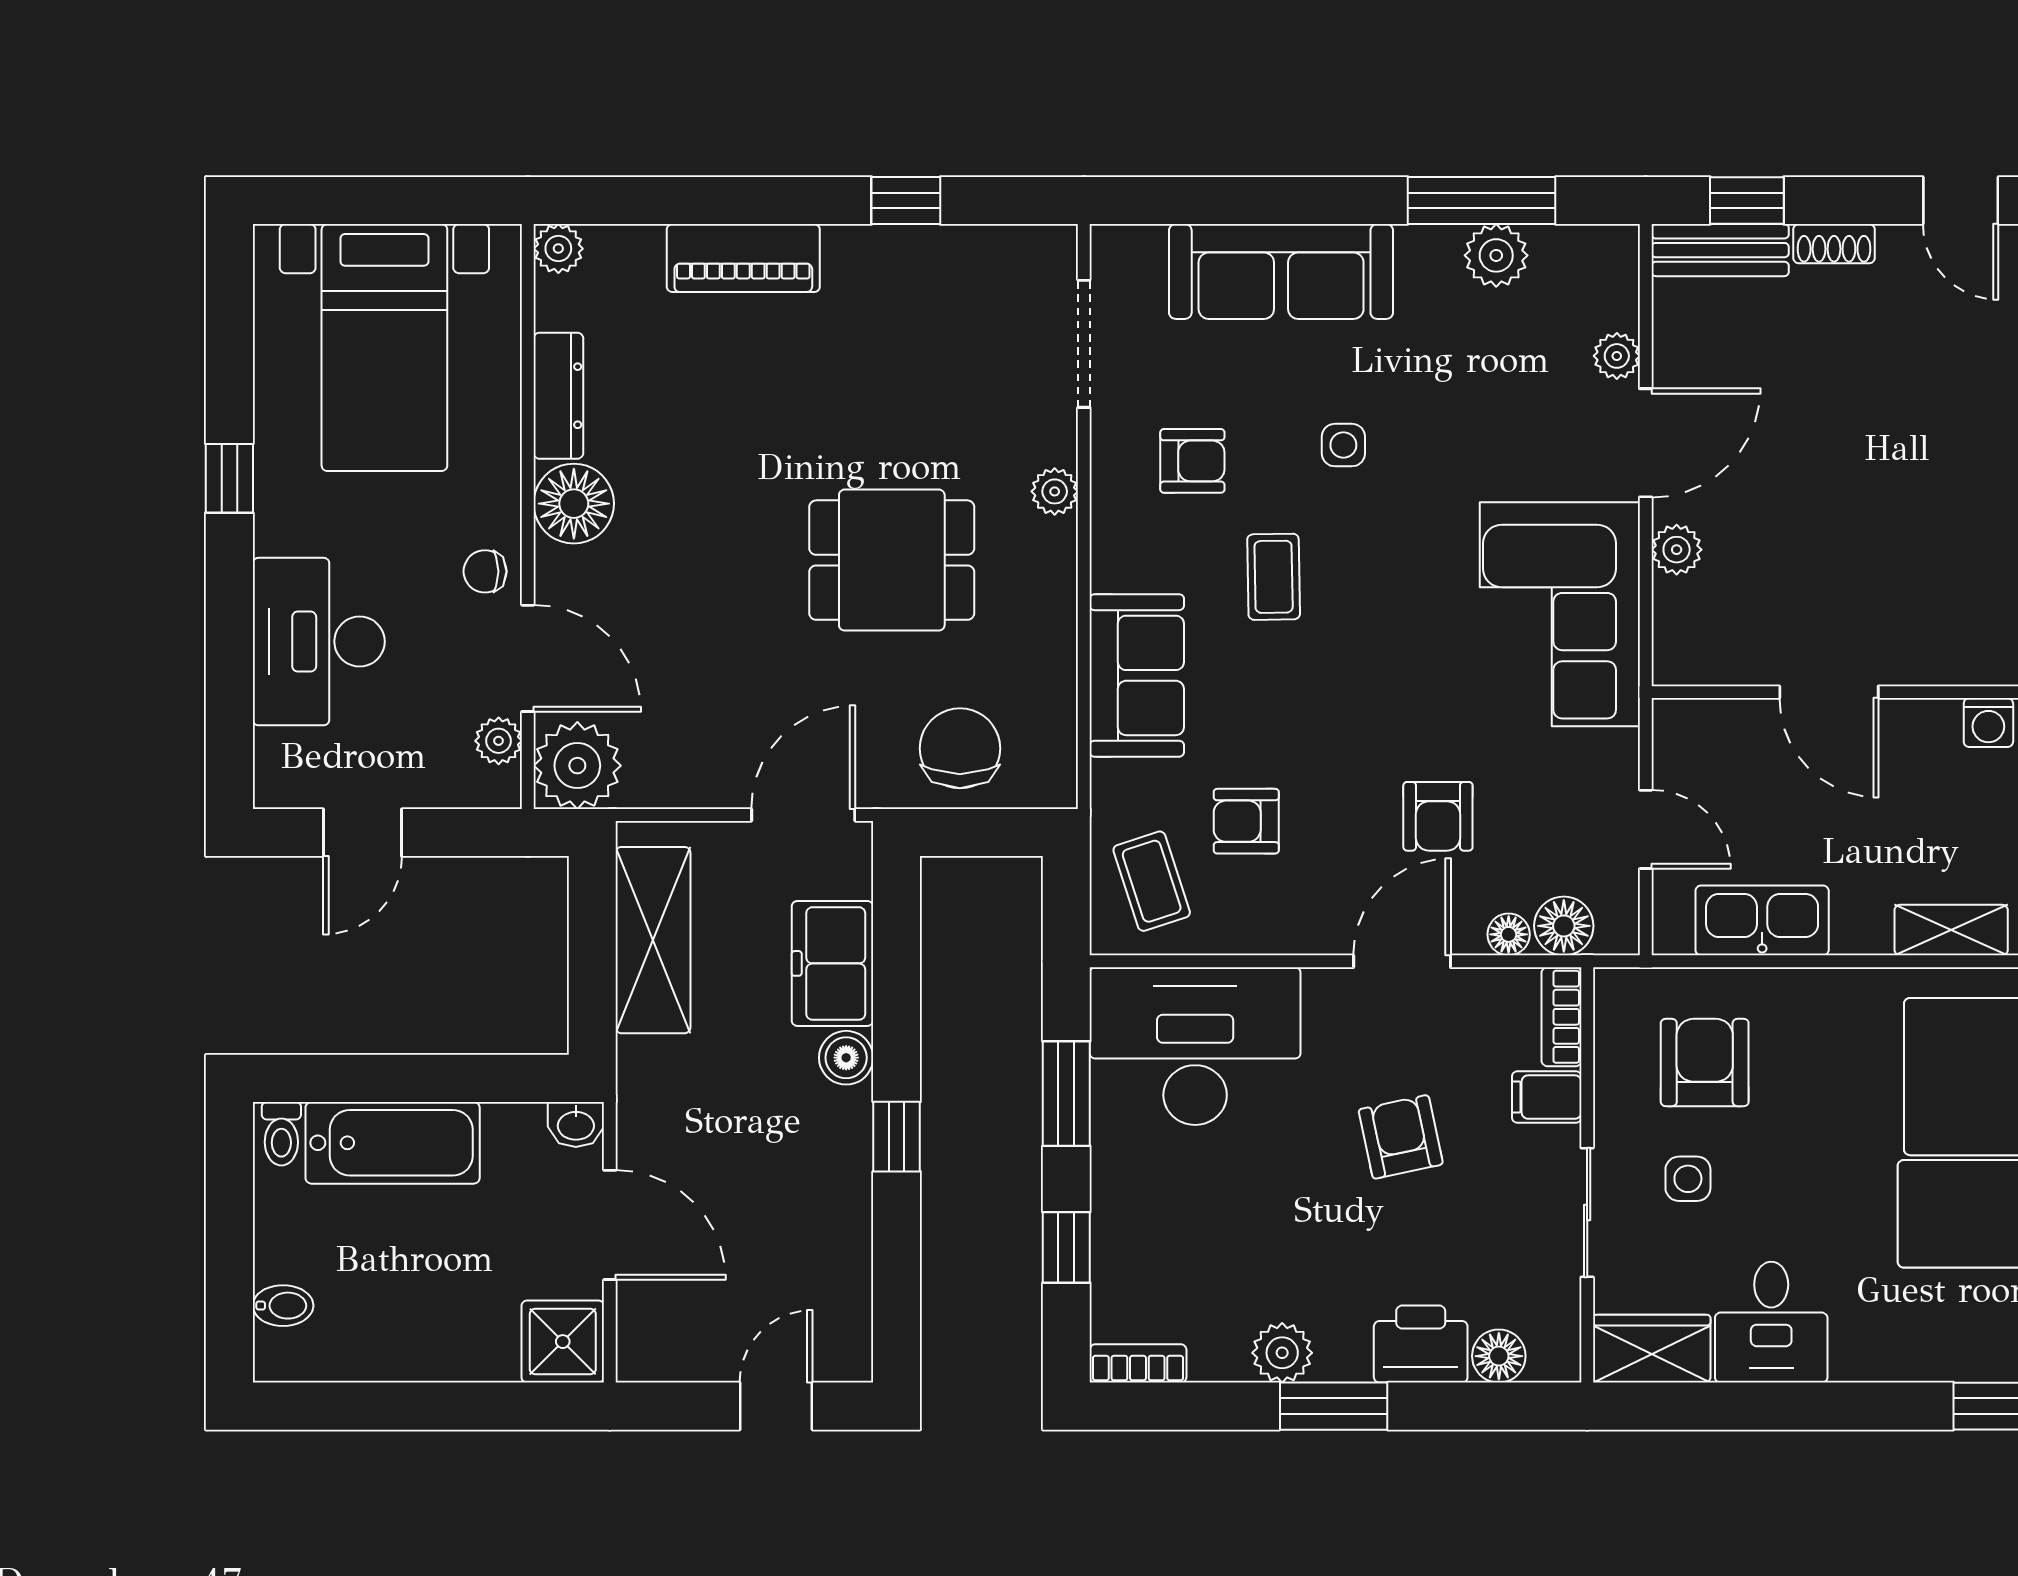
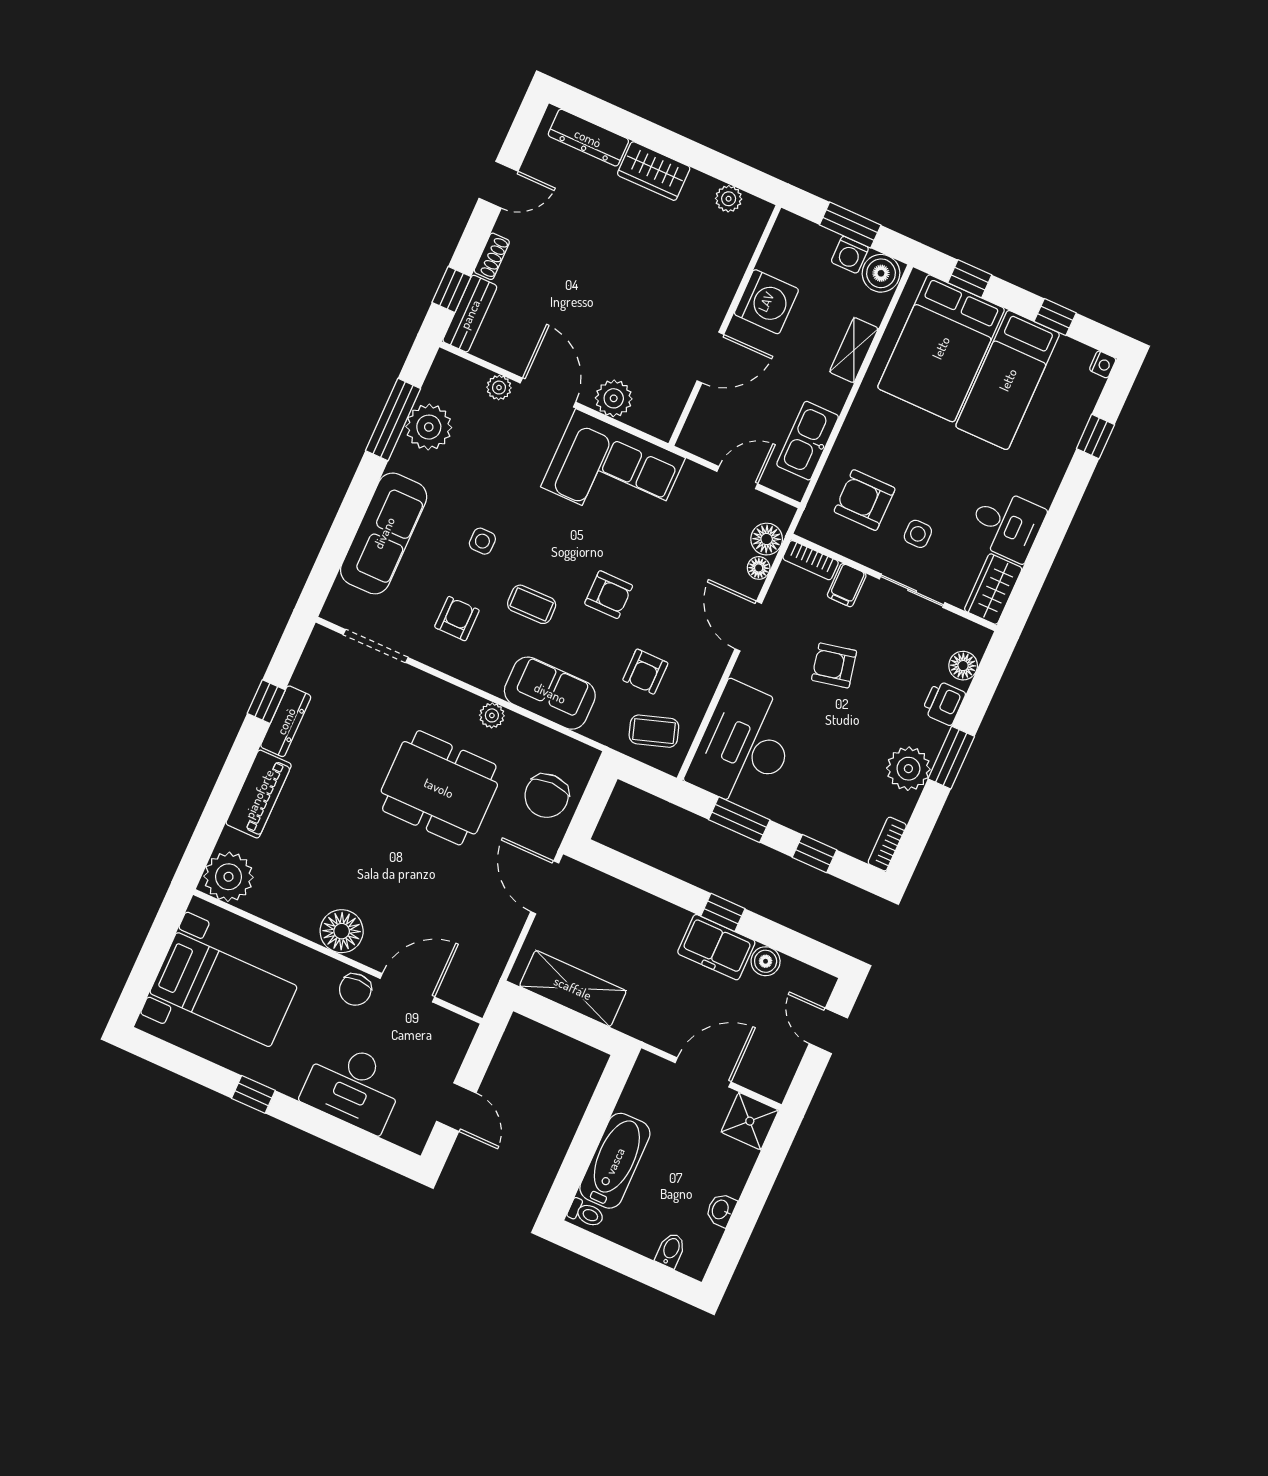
plant: (558, 249) -> (229, 877), width x1.87, depth x1.87
plant: (1496, 255) -> (429, 427), width x1.36, depth x1.36
dresser: (558, 396) -> (286, 721), moved, turned 90
plant: (1055, 491) -> (492, 715), moved
plant: (1677, 550) -> (614, 398), width x1.38, depth x1.38
dining table: (892, 560) -> (439, 788), width x1.38
chair: (485, 571) -> (355, 990), width x1.37, depth x1.37
washing machine: (1988, 723) -> (766, 302), width x1.89, depth x1.89
plant: (499, 741) -> (441, 1020), removed
chair: (960, 748) -> (547, 796), turned -90
plant: (577, 766) -> (471, 987), removed
armchair: (1438, 816) -> (609, 595), moved
freezer: (832, 963) -> (716, 947), moved
boiler: (846, 1058) -> (766, 961), moved
washbasin: (576, 1124) -> (721, 1210), moved, turned 180
printer: (1421, 1344) -> (944, 703), width x0.73, depth x0.81
plant: (1282, 1353) -> (908, 769), width x1.36, depth x1.36

